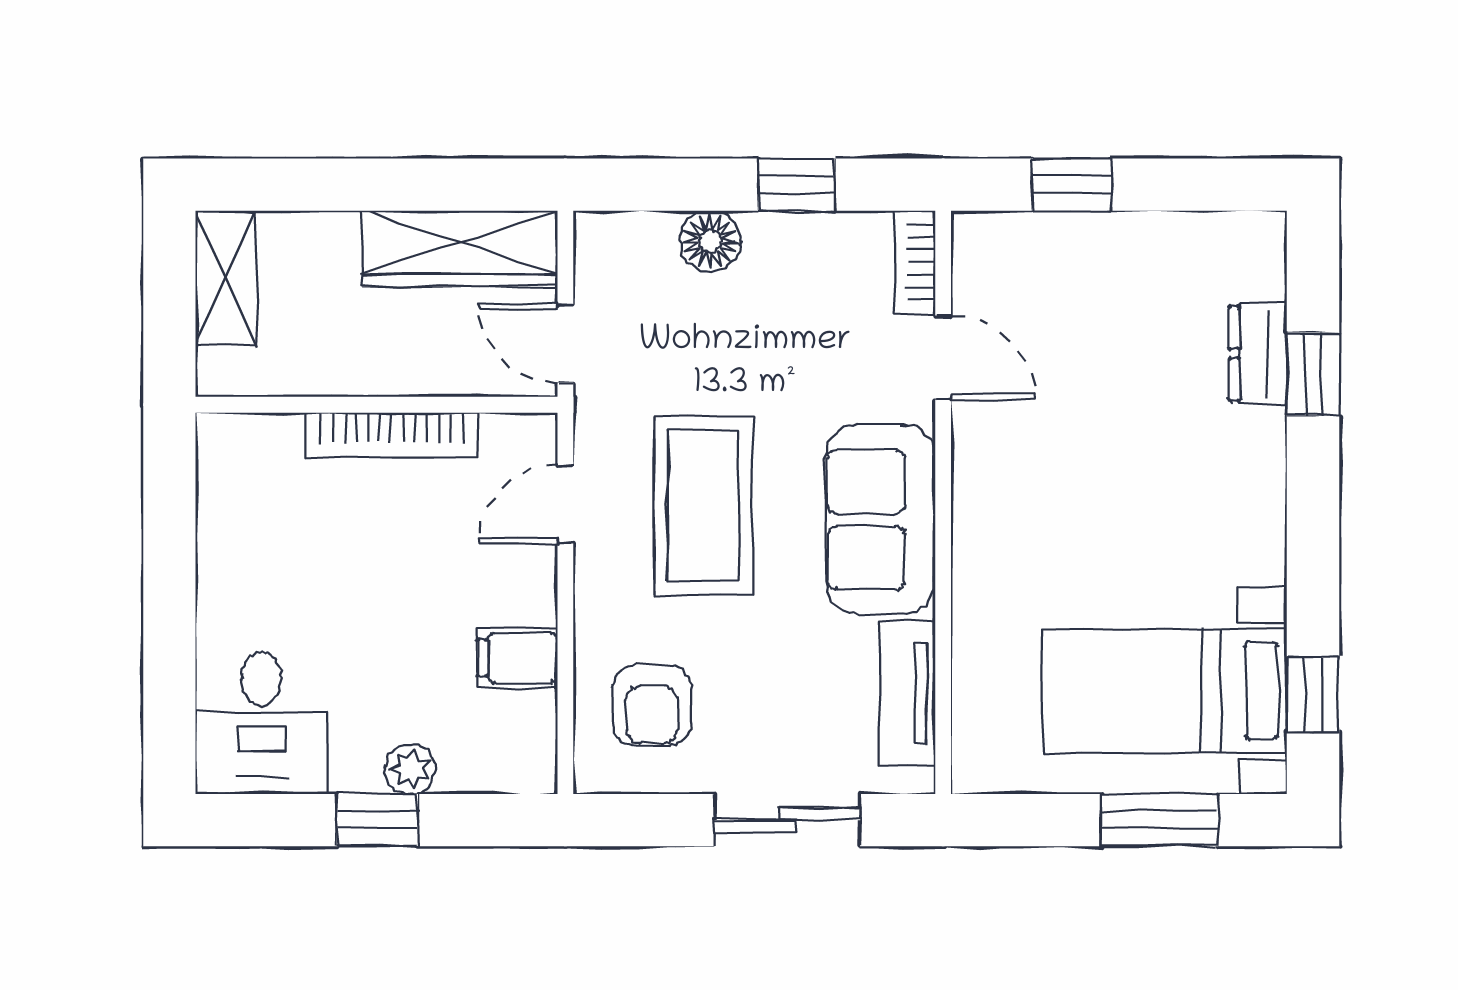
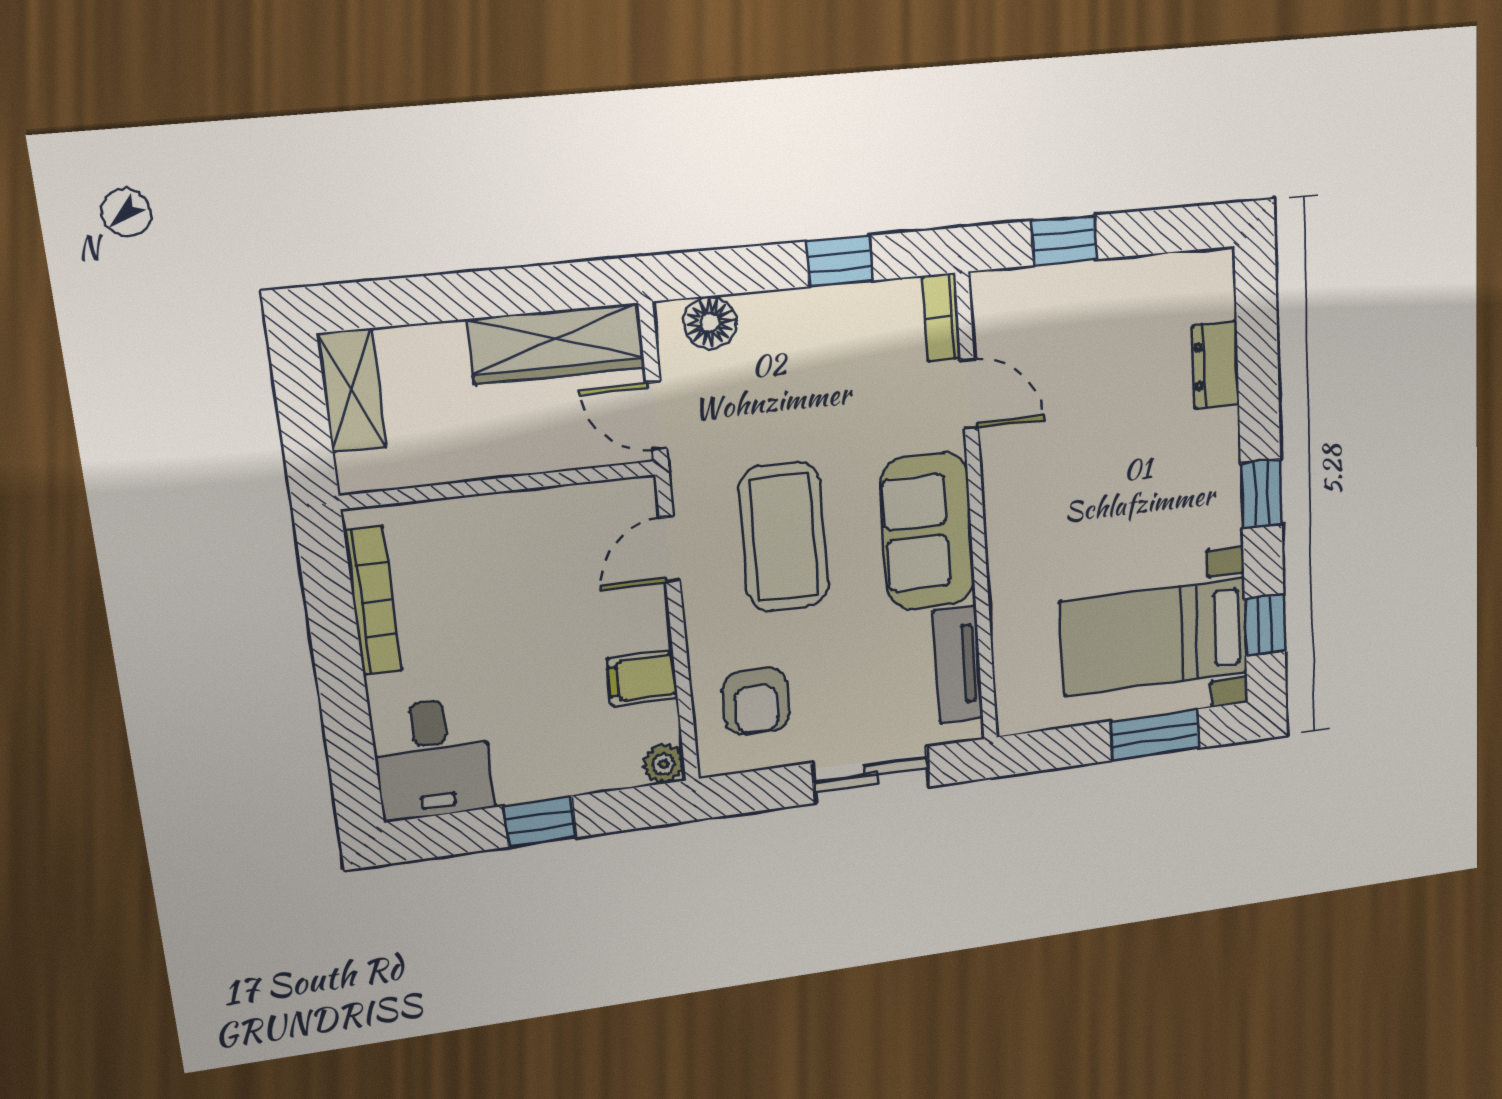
floor lamp: (710, 241) -> (710, 322), moved
window: (1313, 374) -> (1261, 493), moved
bookcase: (392, 435) -> (373, 601), moved, turned -90
plant: (410, 769) -> (663, 764), moved

